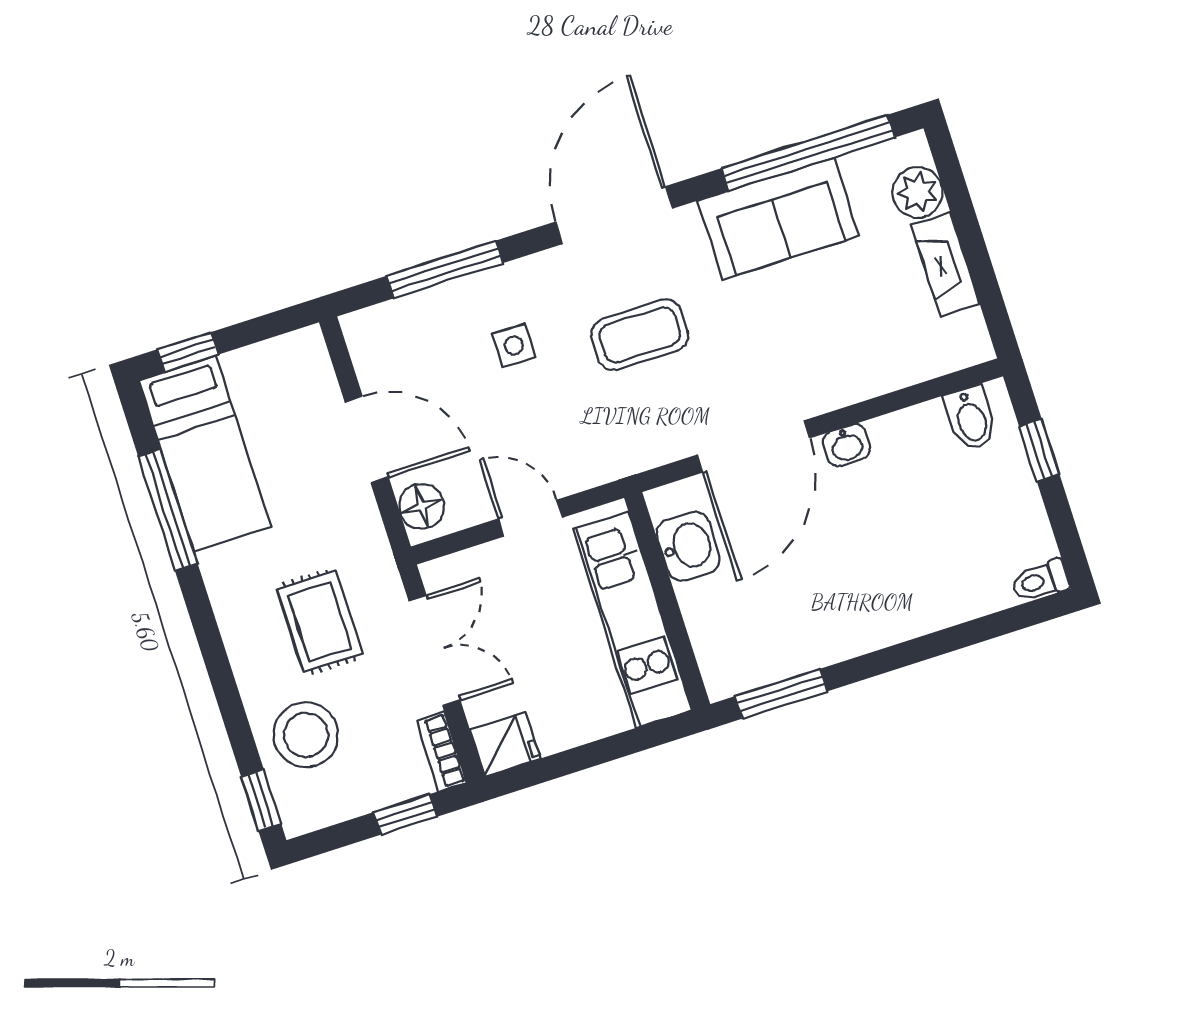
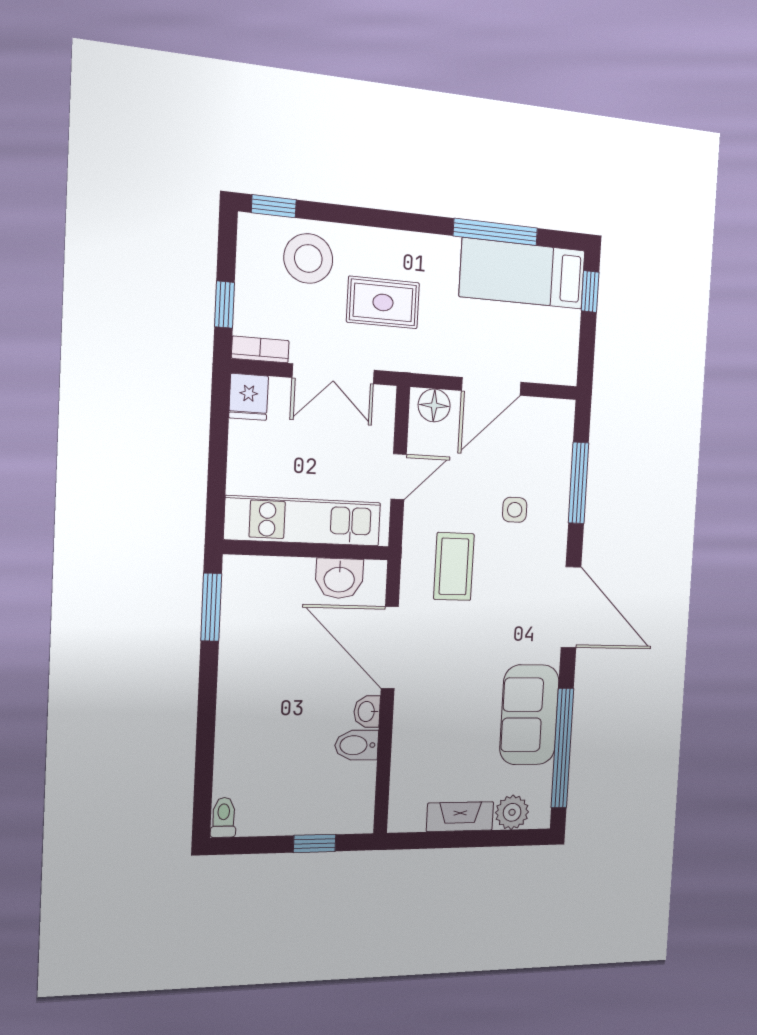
coffee table: (640, 335) -> (454, 567), moved
bidet: (971, 418) -> (356, 745), moved

